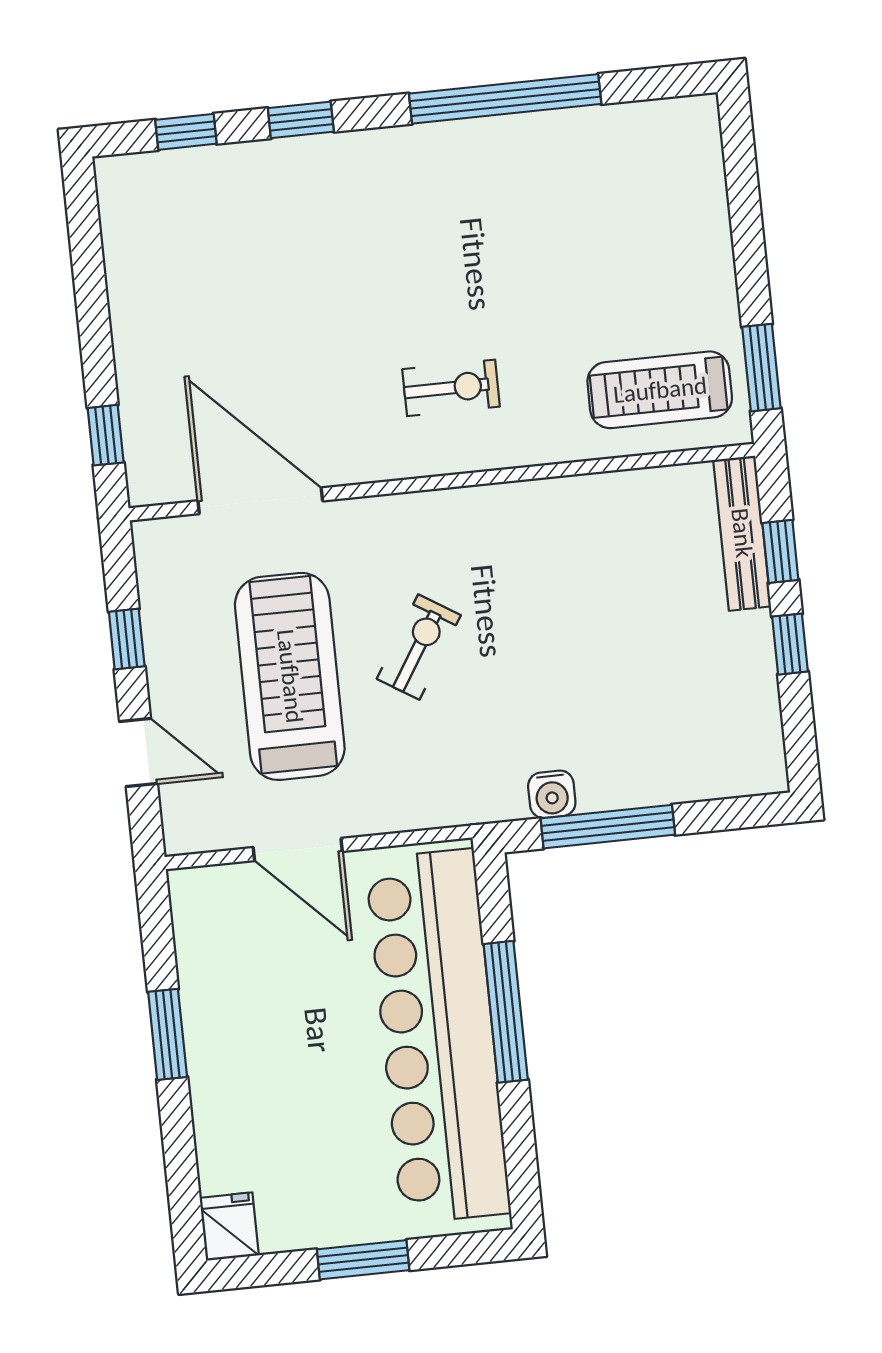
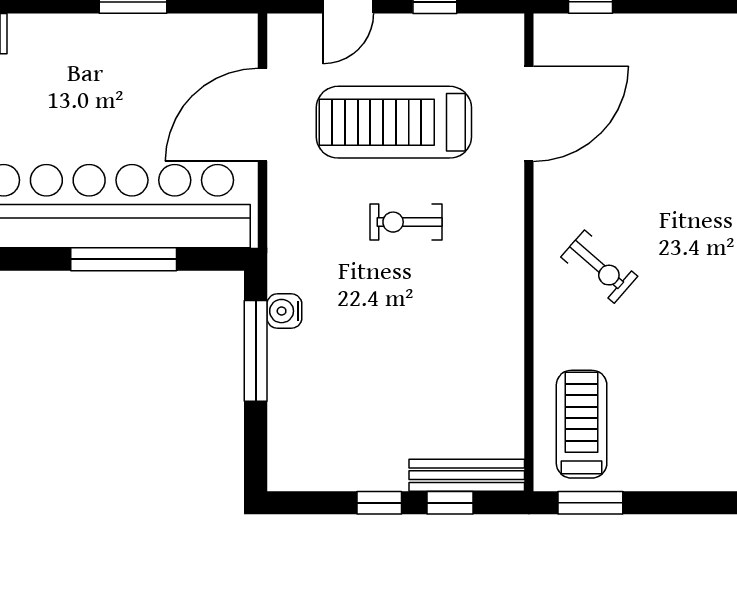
exercise bike: (451, 388) -> (599, 267), turned -49
exercise bike: (419, 647) -> (406, 222), turned 148
treadmill: (290, 676) -> (394, 122), turned 180
door: (298, 849) -> (262, 115), width x1.36

